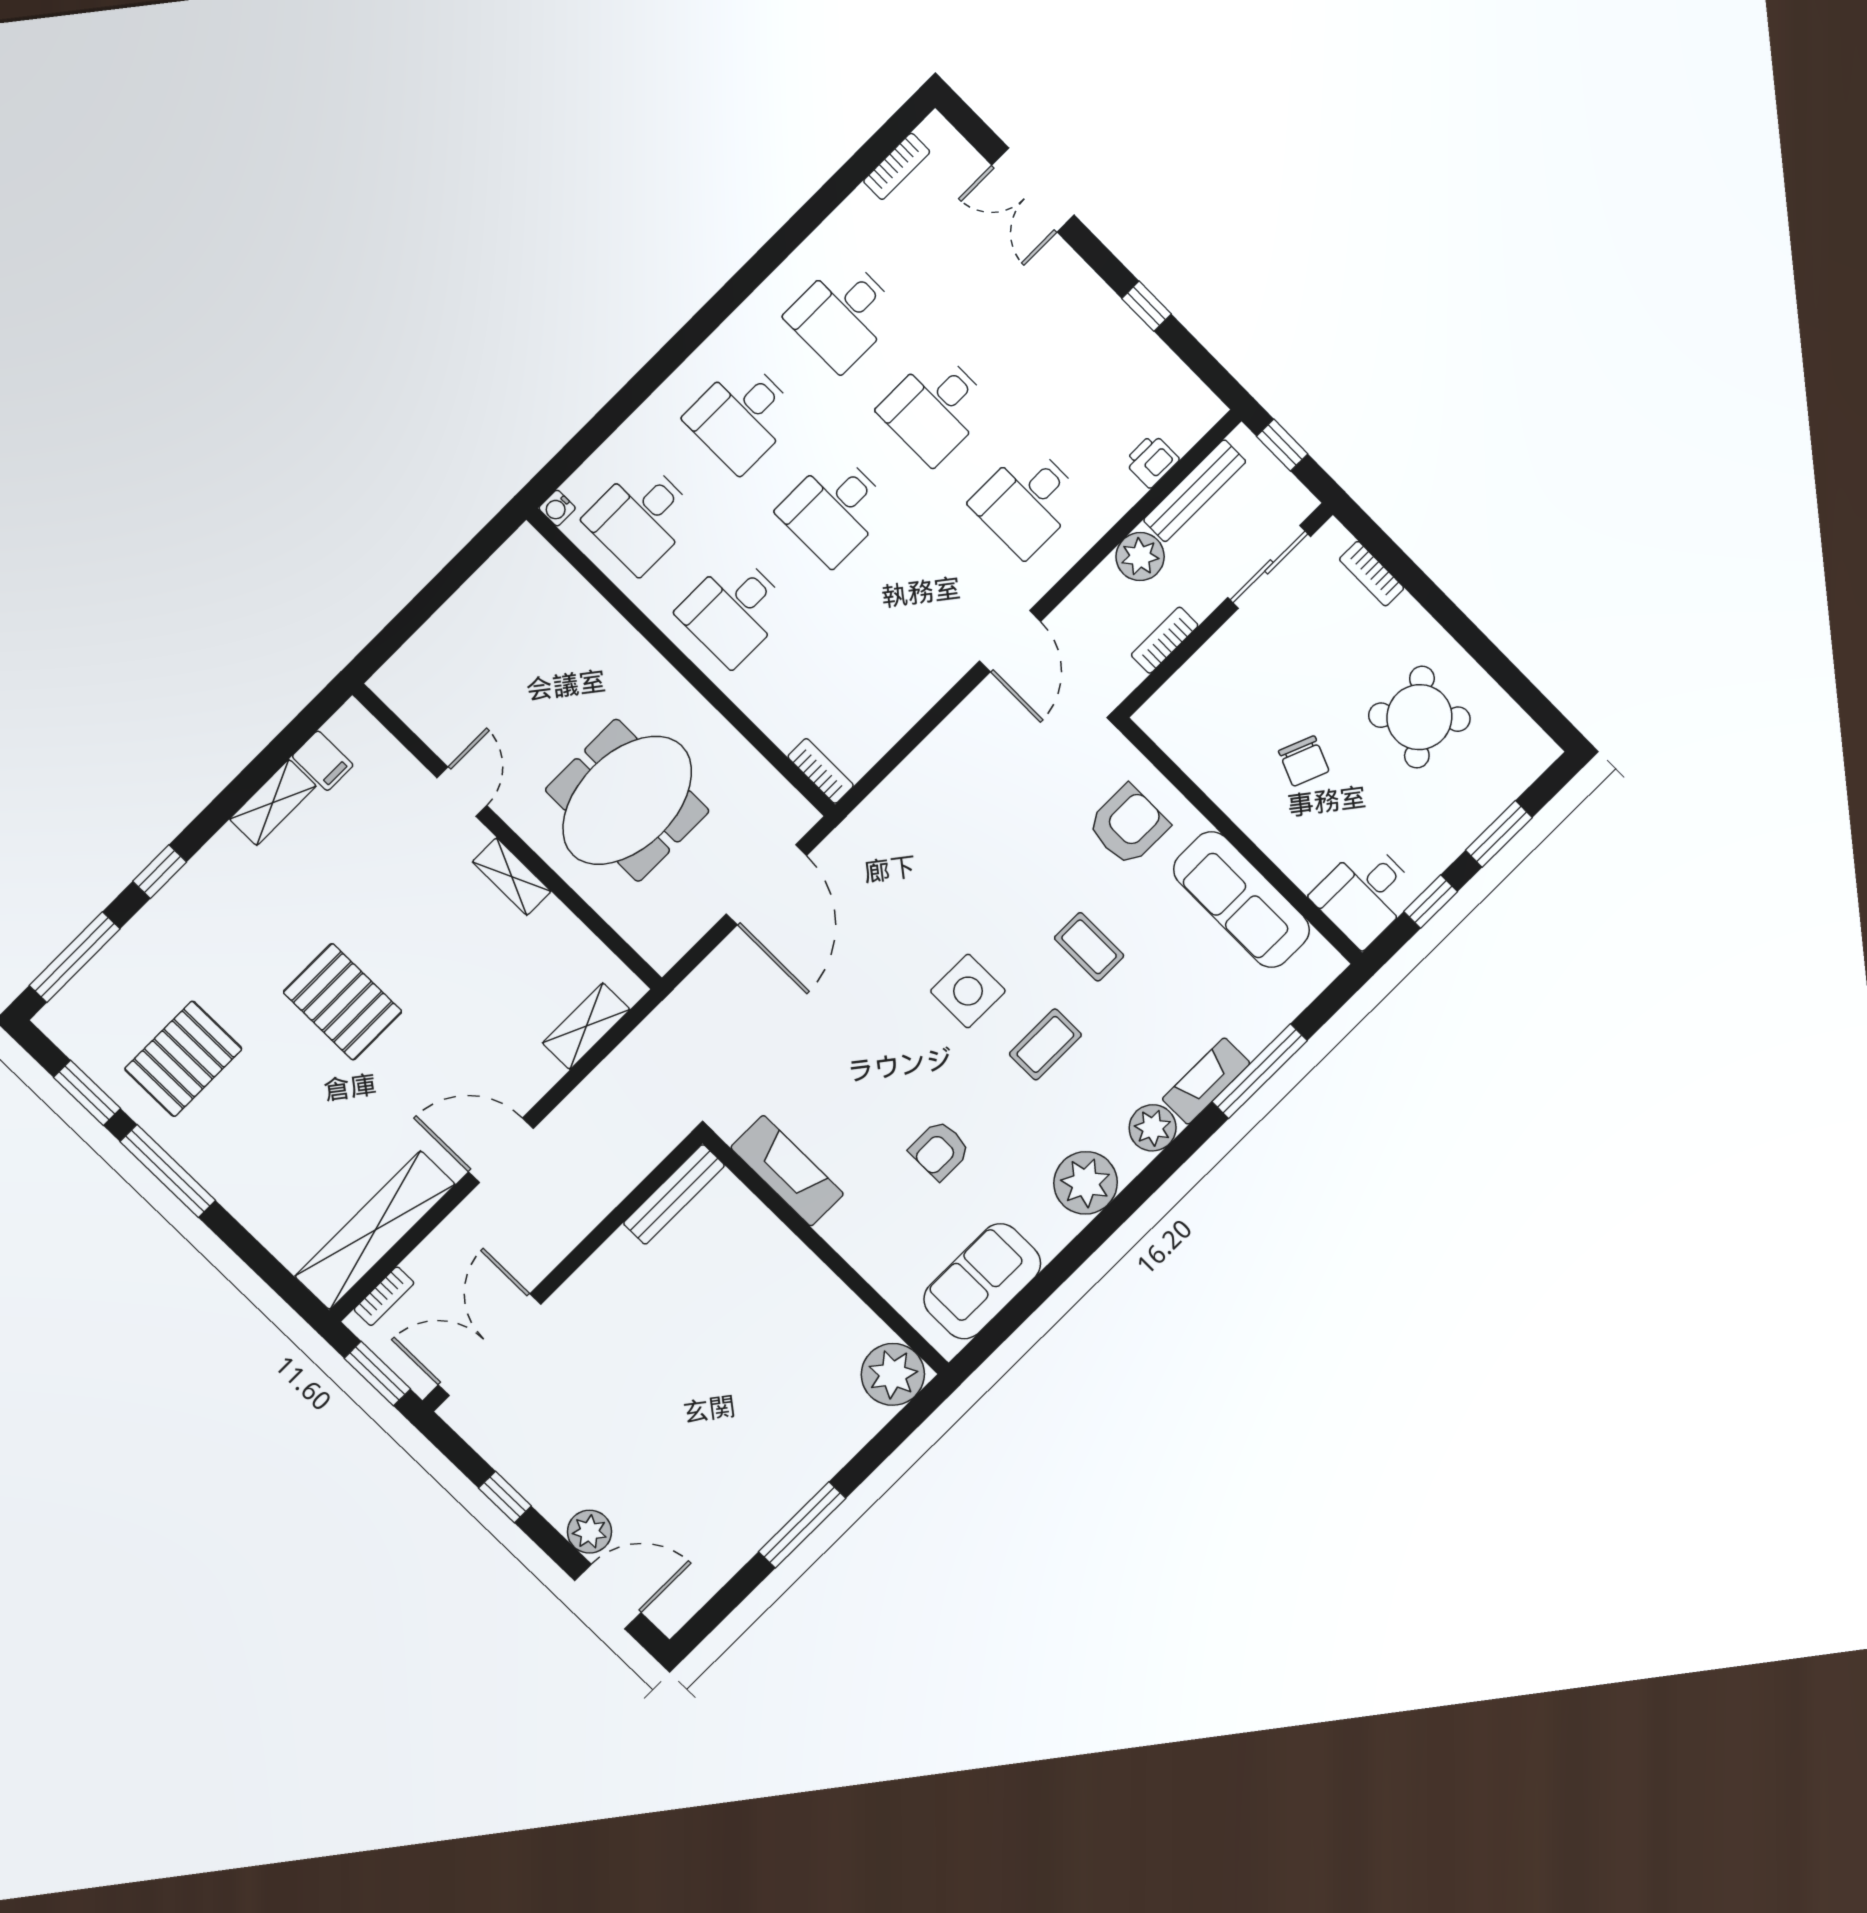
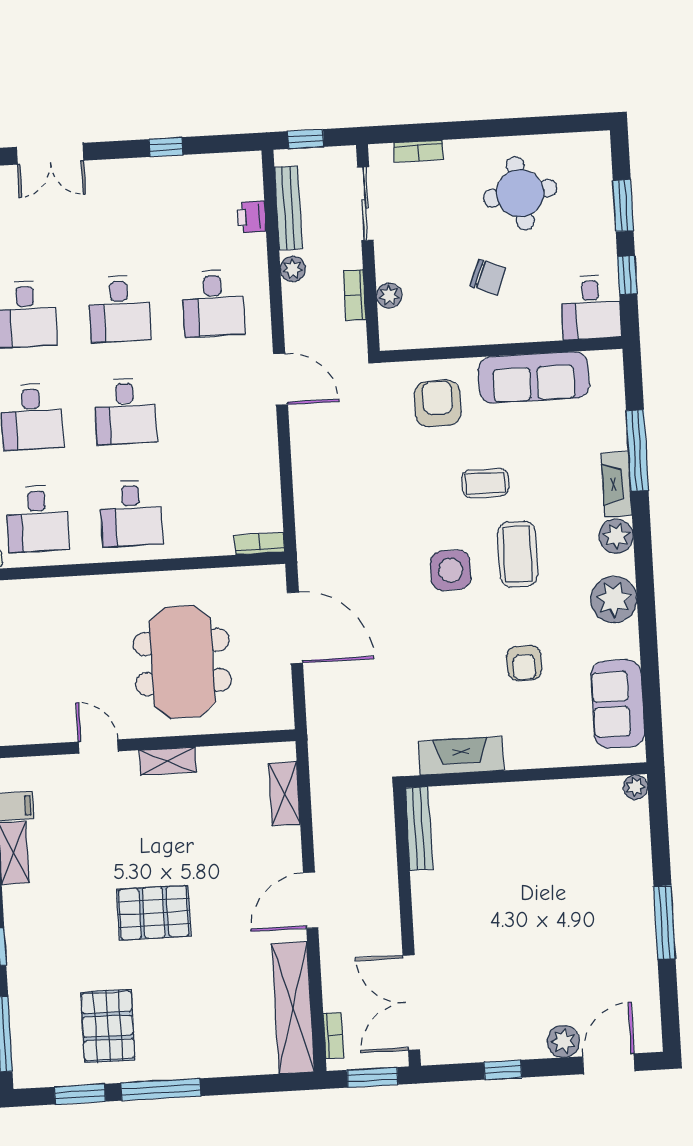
plant: (1140, 557) -> (293, 269), width x0.73, depth x0.73
plant: (1196, 676) -> (389, 295), added
round table: (1419, 717) -> (520, 193), turned 35
coffee table: (1045, 1044) -> (518, 554), width x1.36, depth x1.30
plant: (893, 1374) -> (635, 787), width x0.53, depth x0.53

